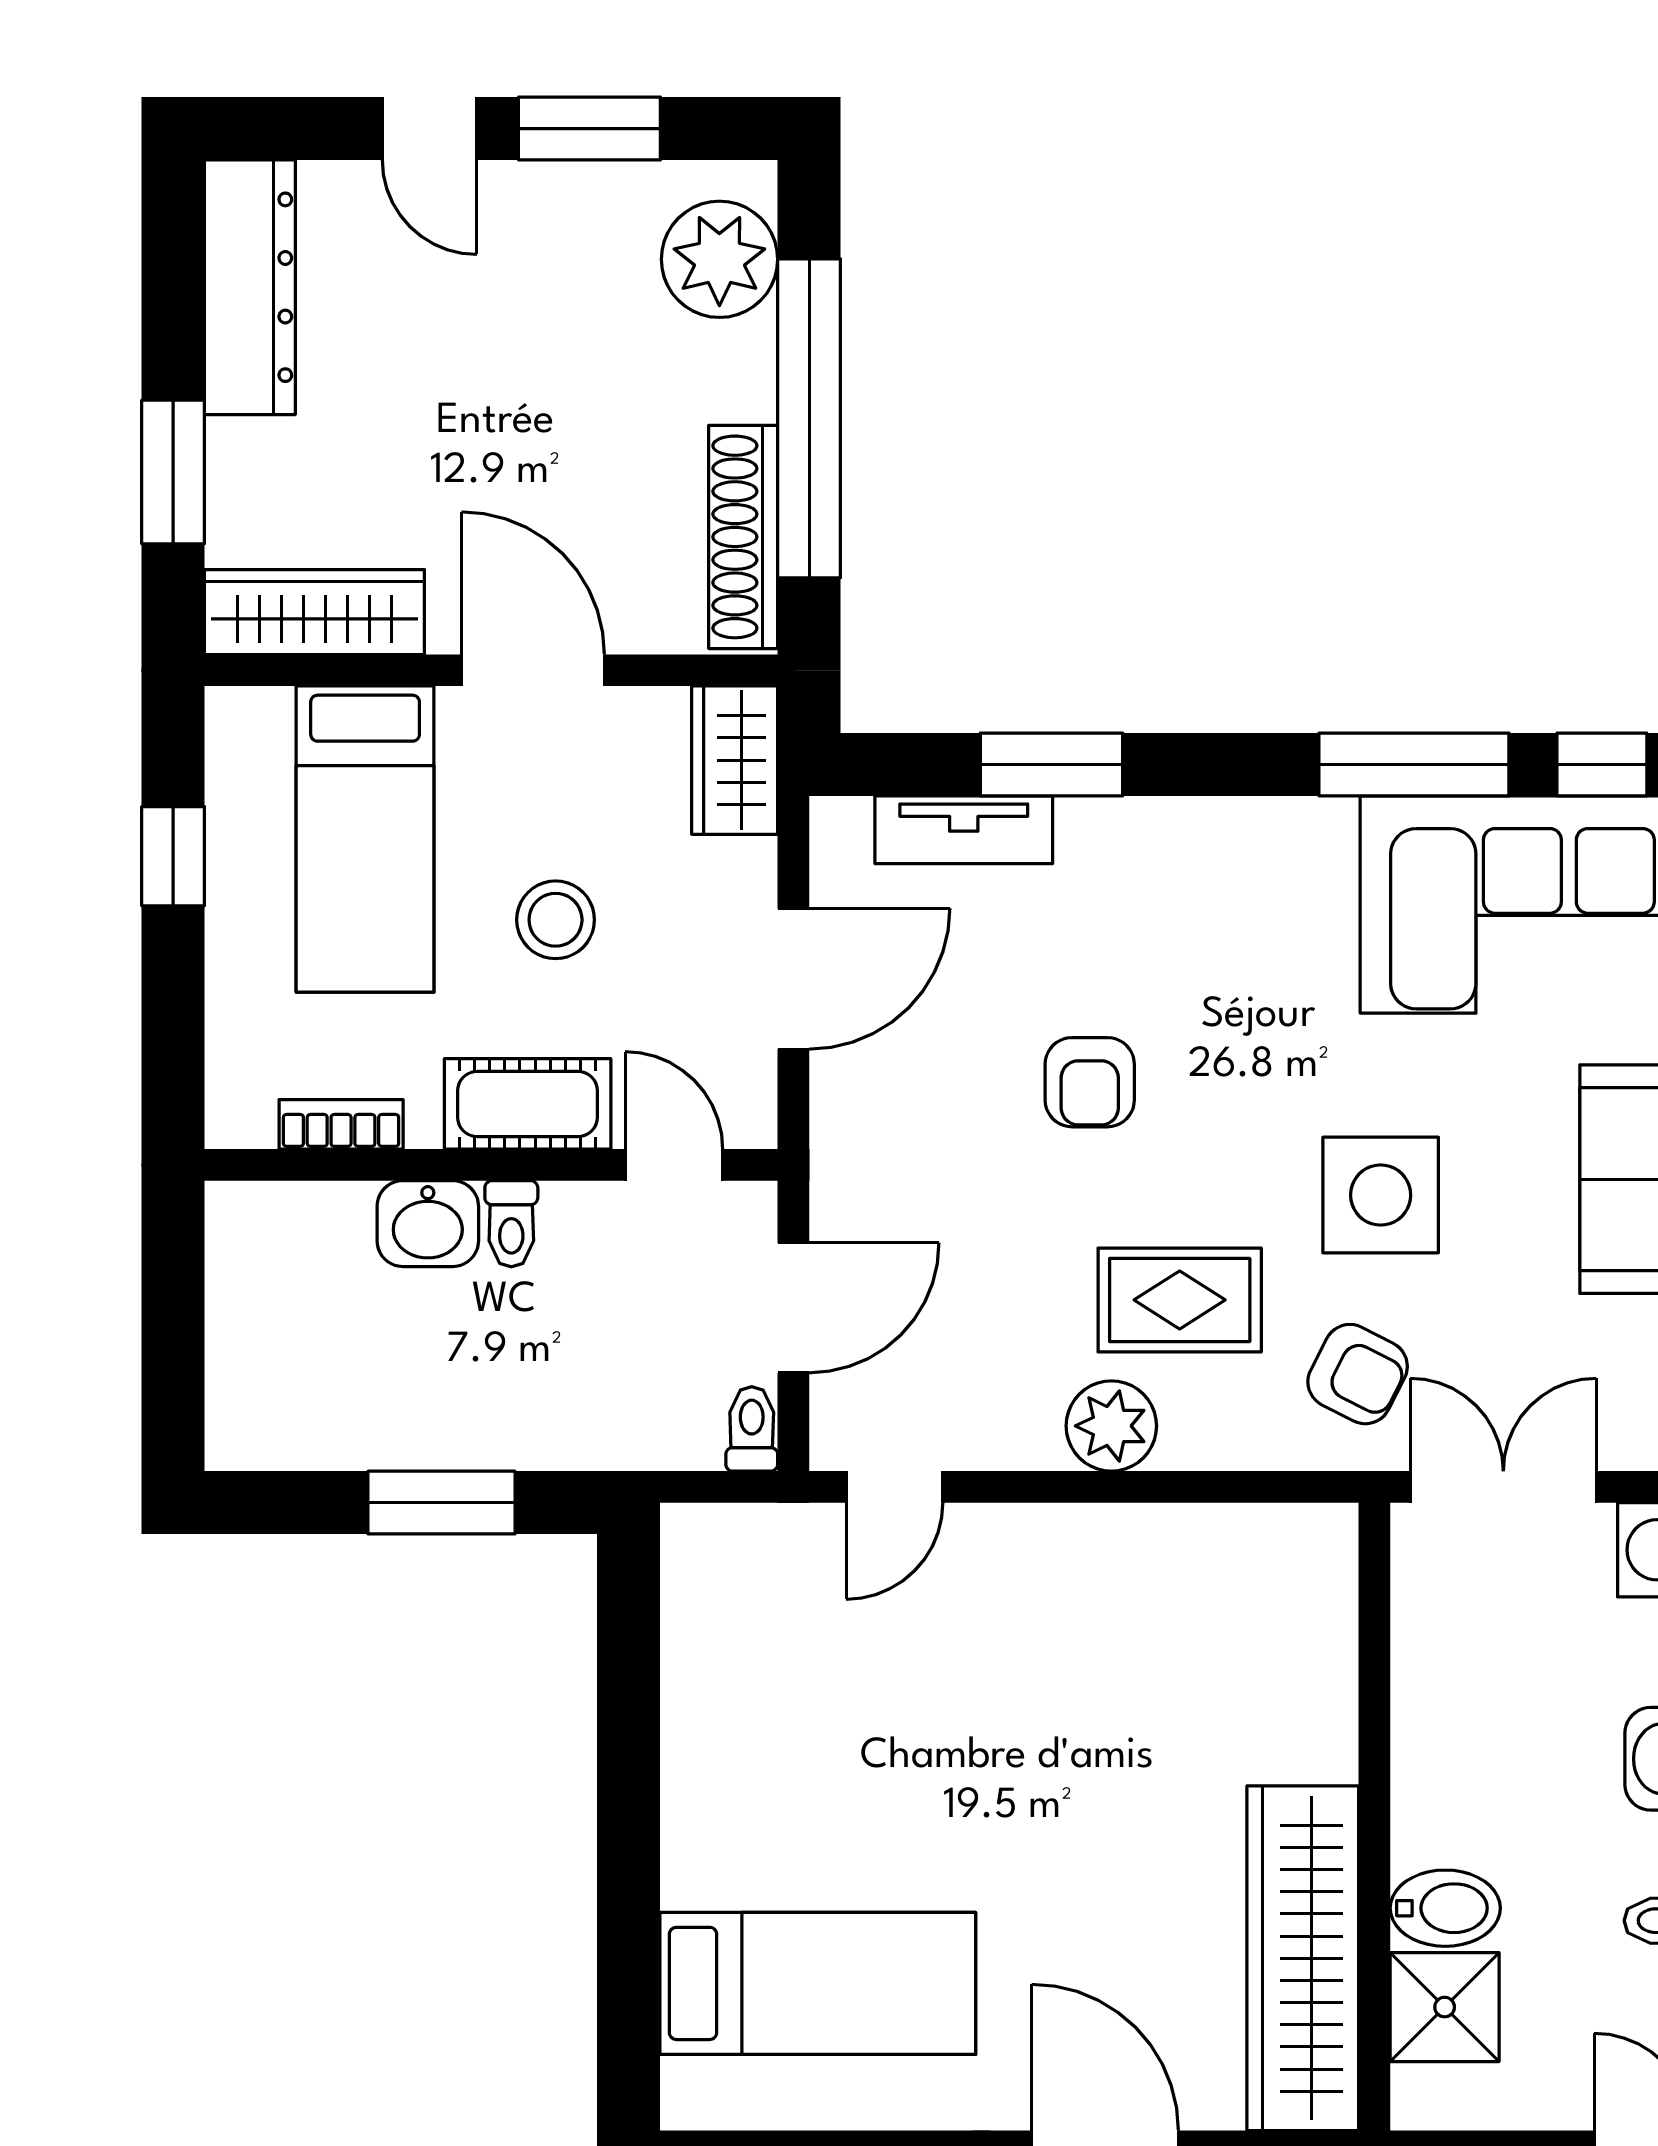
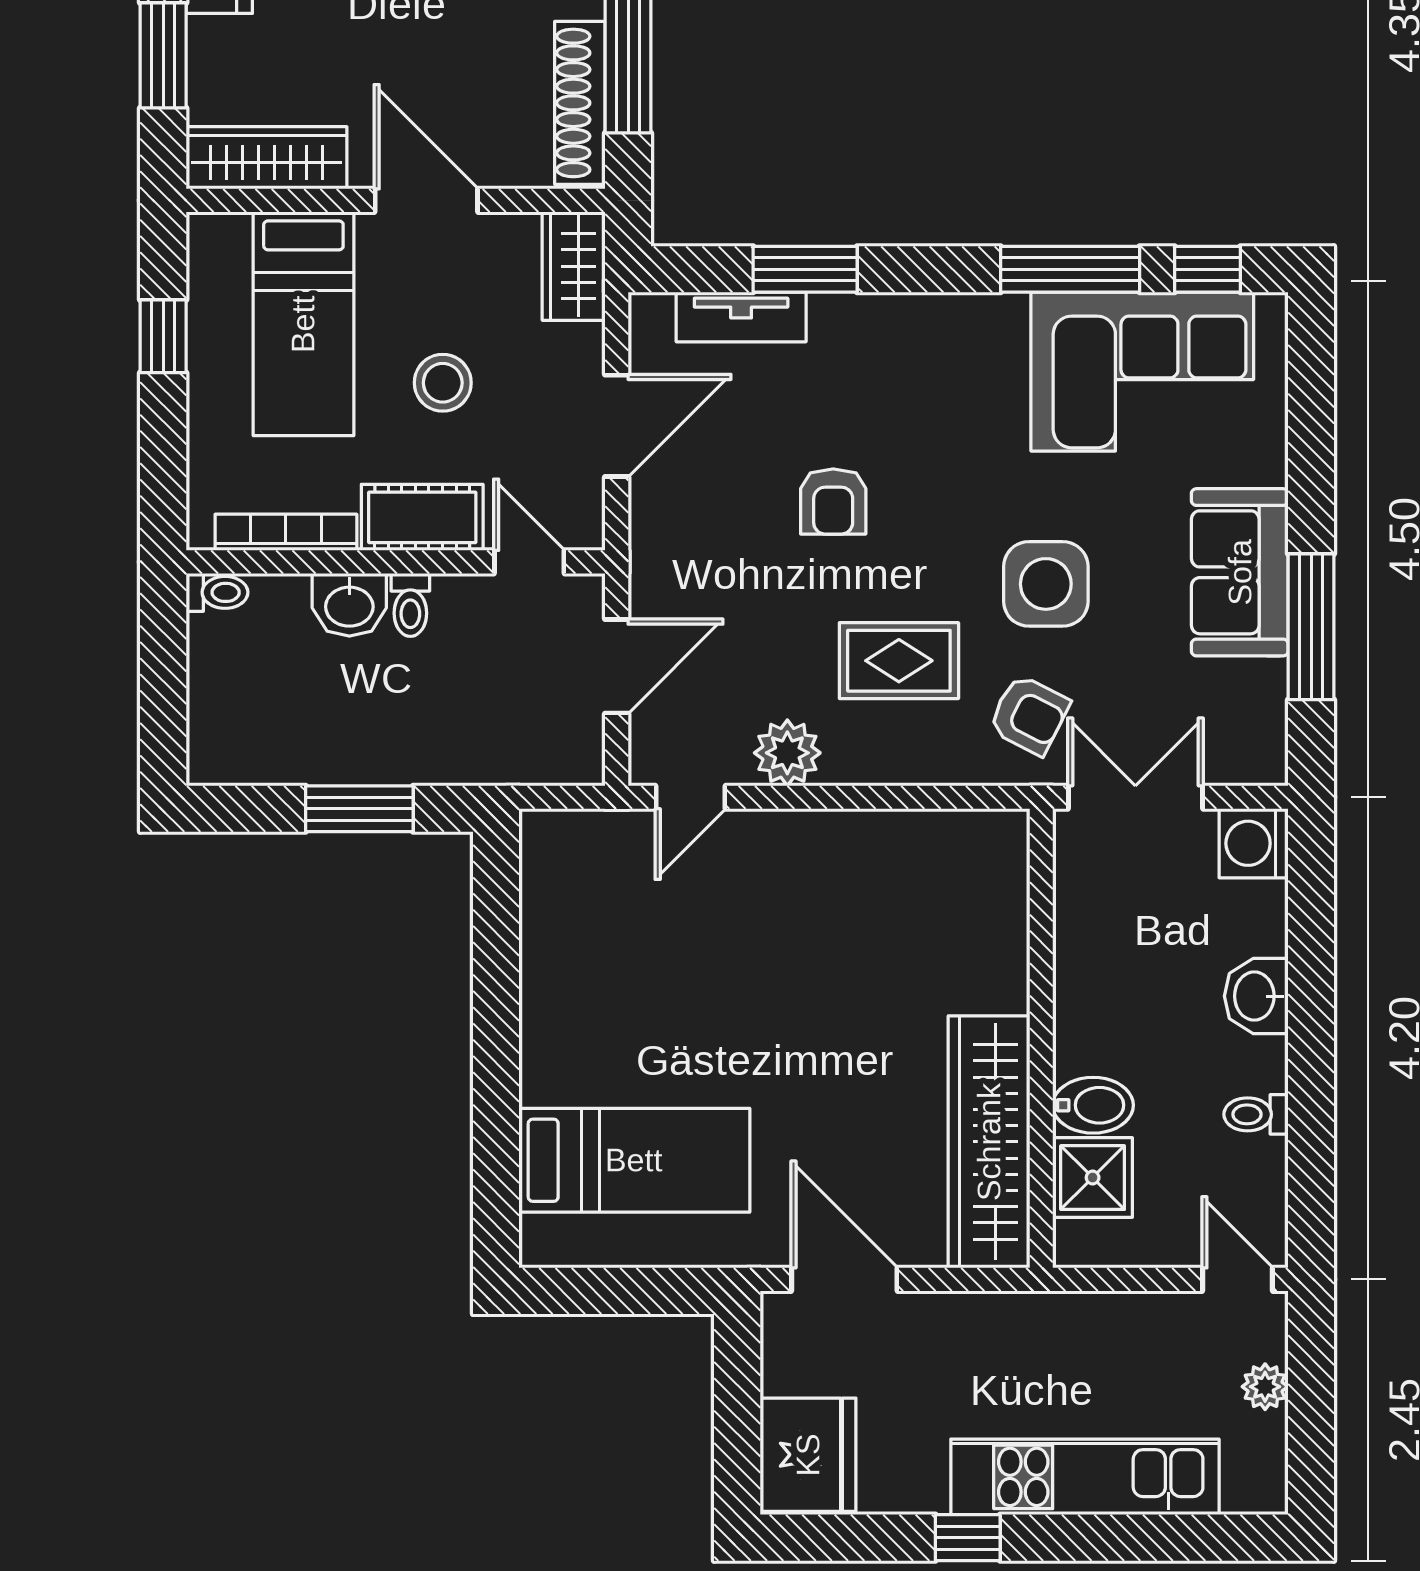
bookcase: (341, 1124) -> (286, 532), width x1.56
plant: (1111, 1426) -> (787, 753), moved
toilet: (752, 1429) -> (217, 592), moved, turned 90

